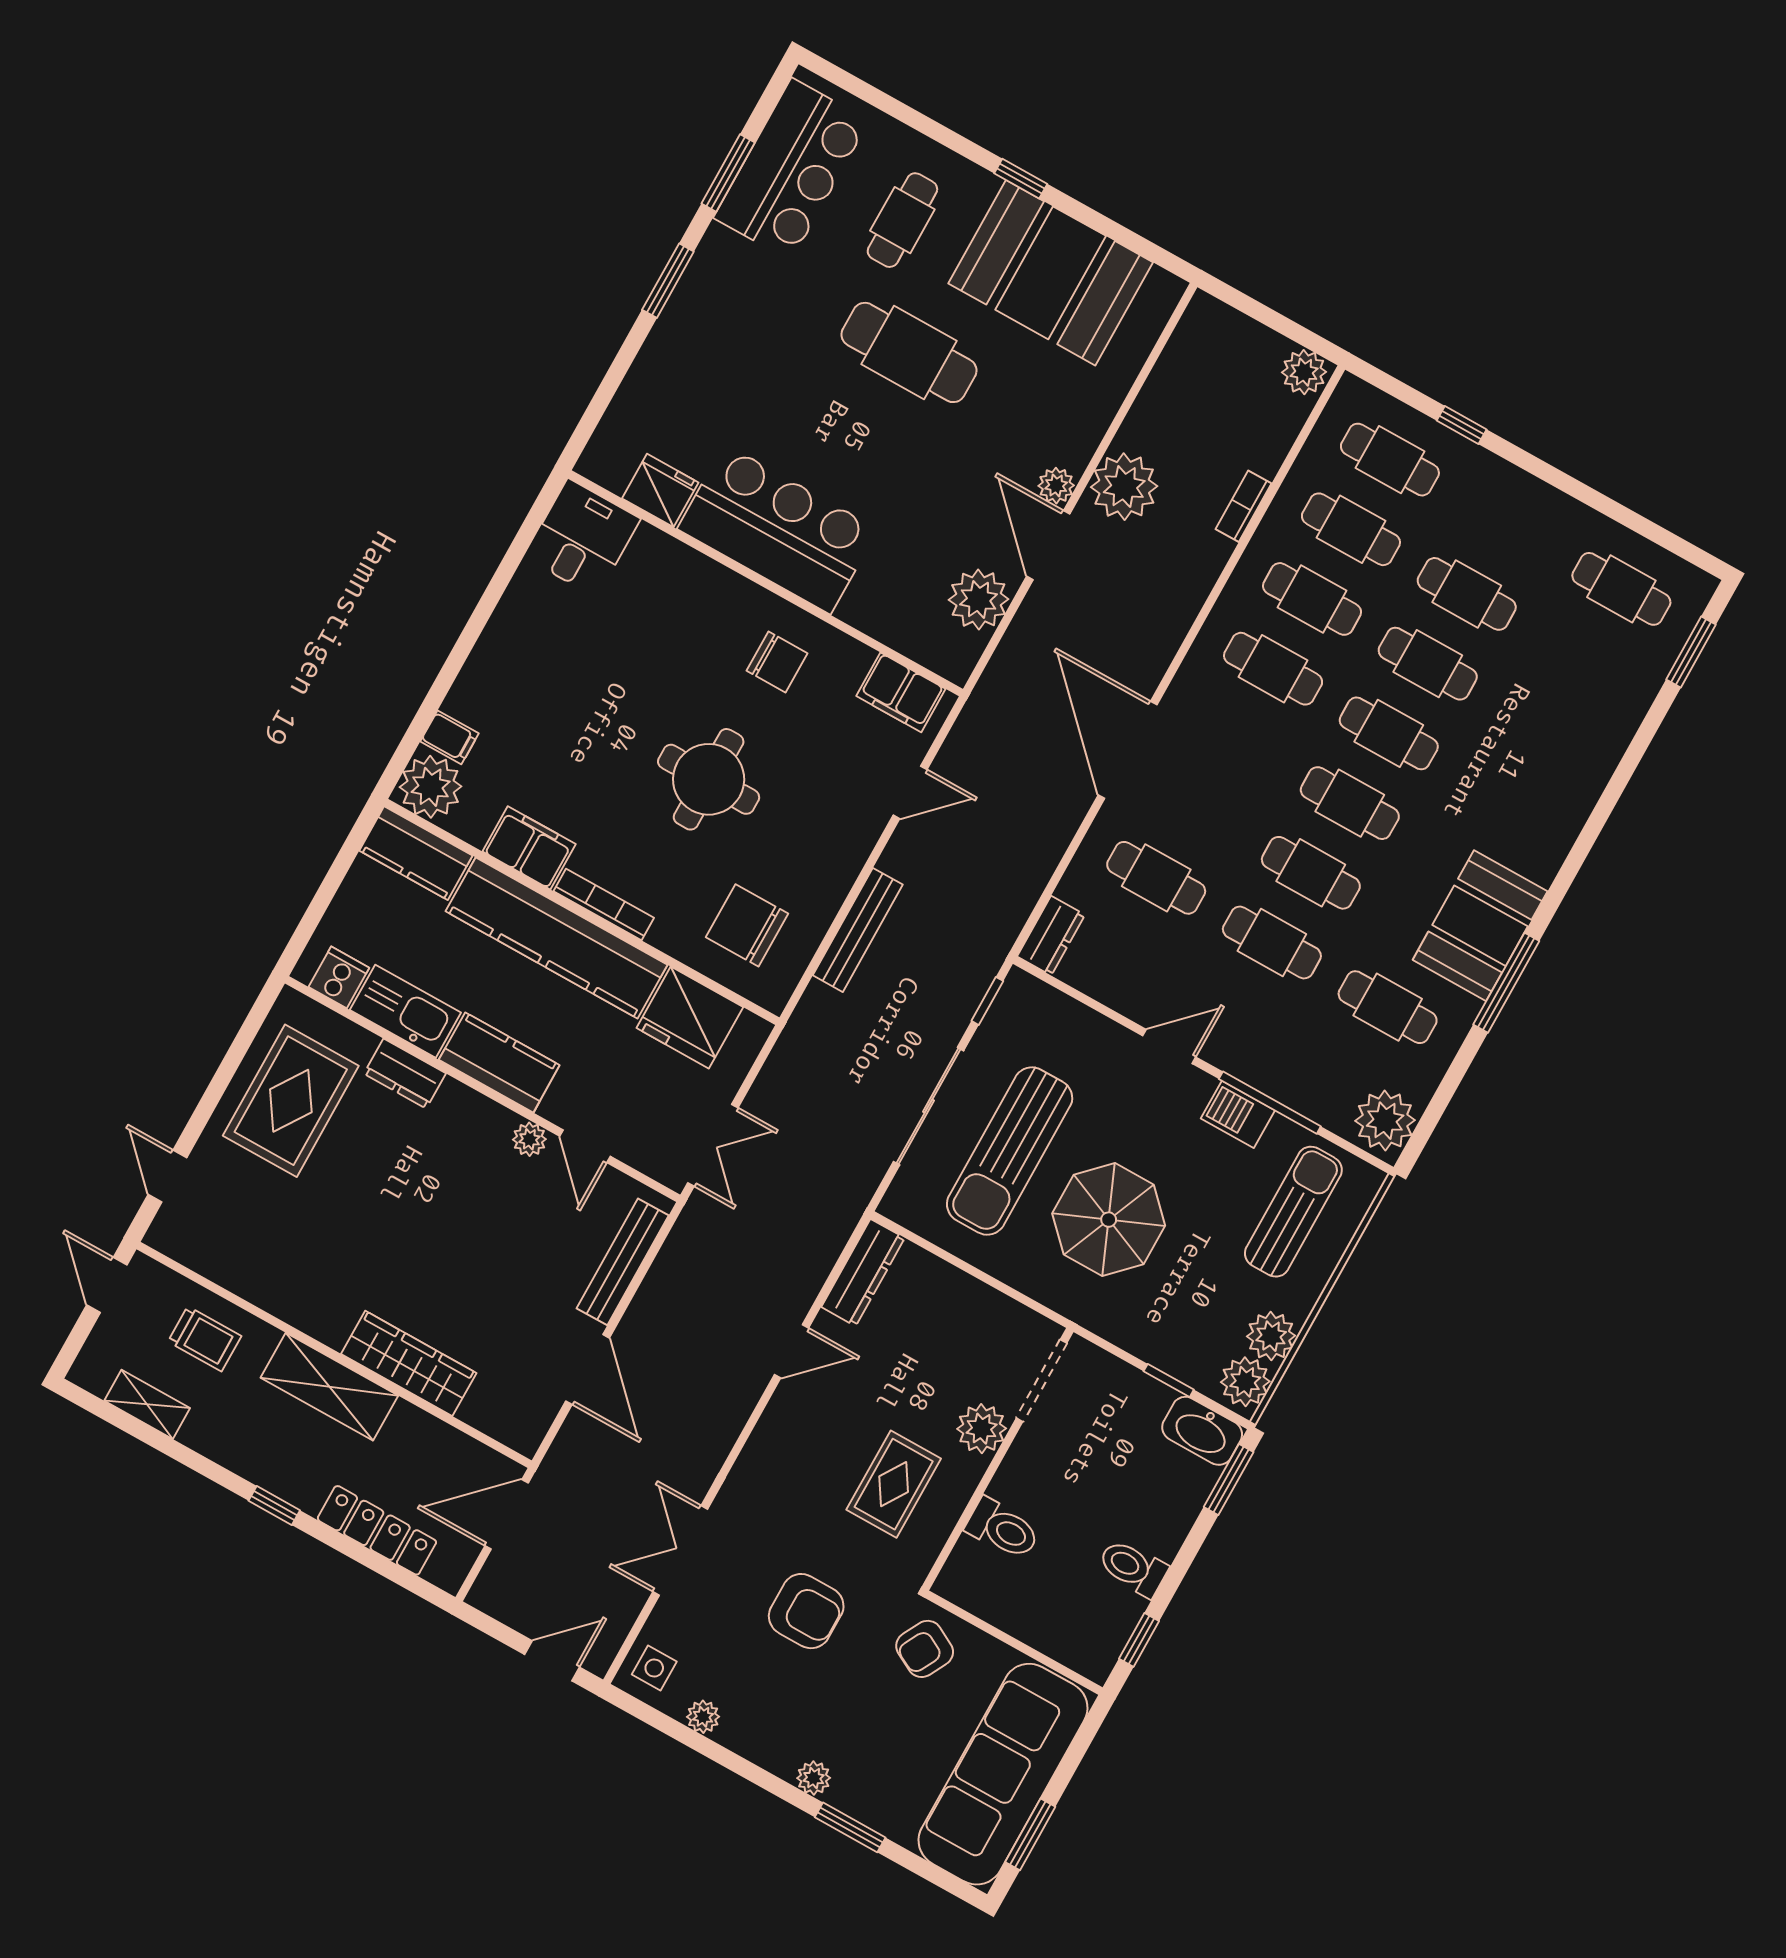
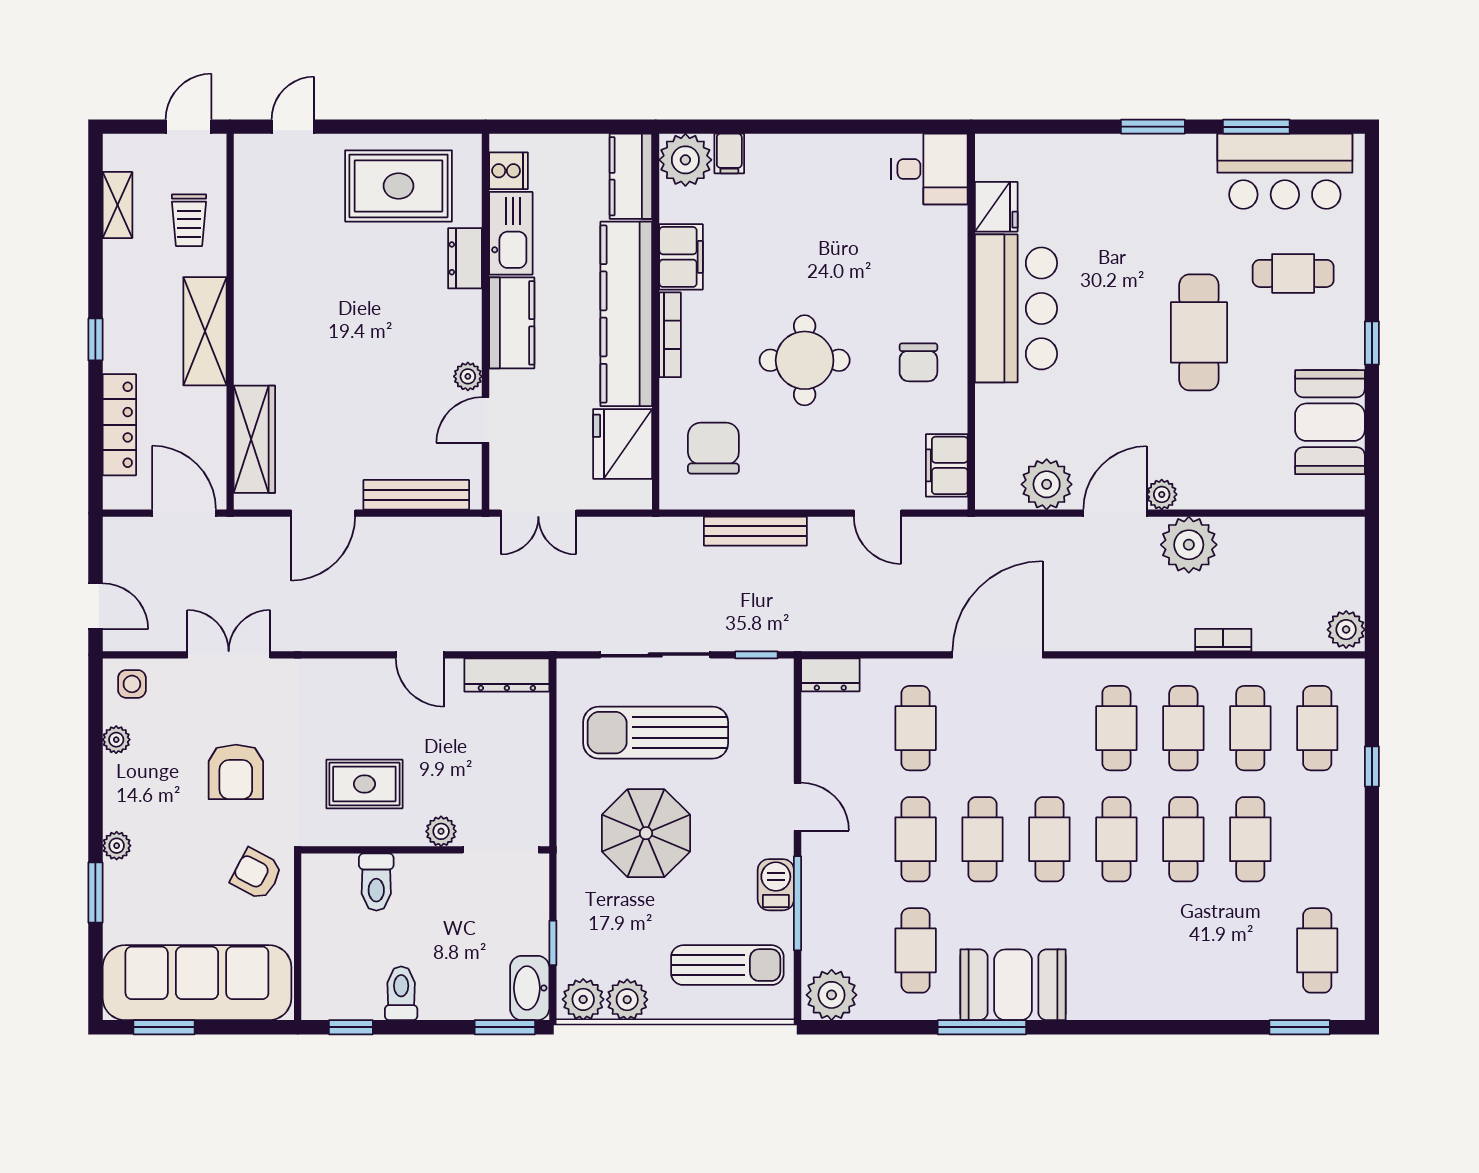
booth: (1051, 273) -> (1330, 422), width x0.73, depth x0.70
wardrobe: (409, 1363) -> (254, 439), moved
plant: (982, 1429) -> (441, 831), width x0.73, depth x0.73

